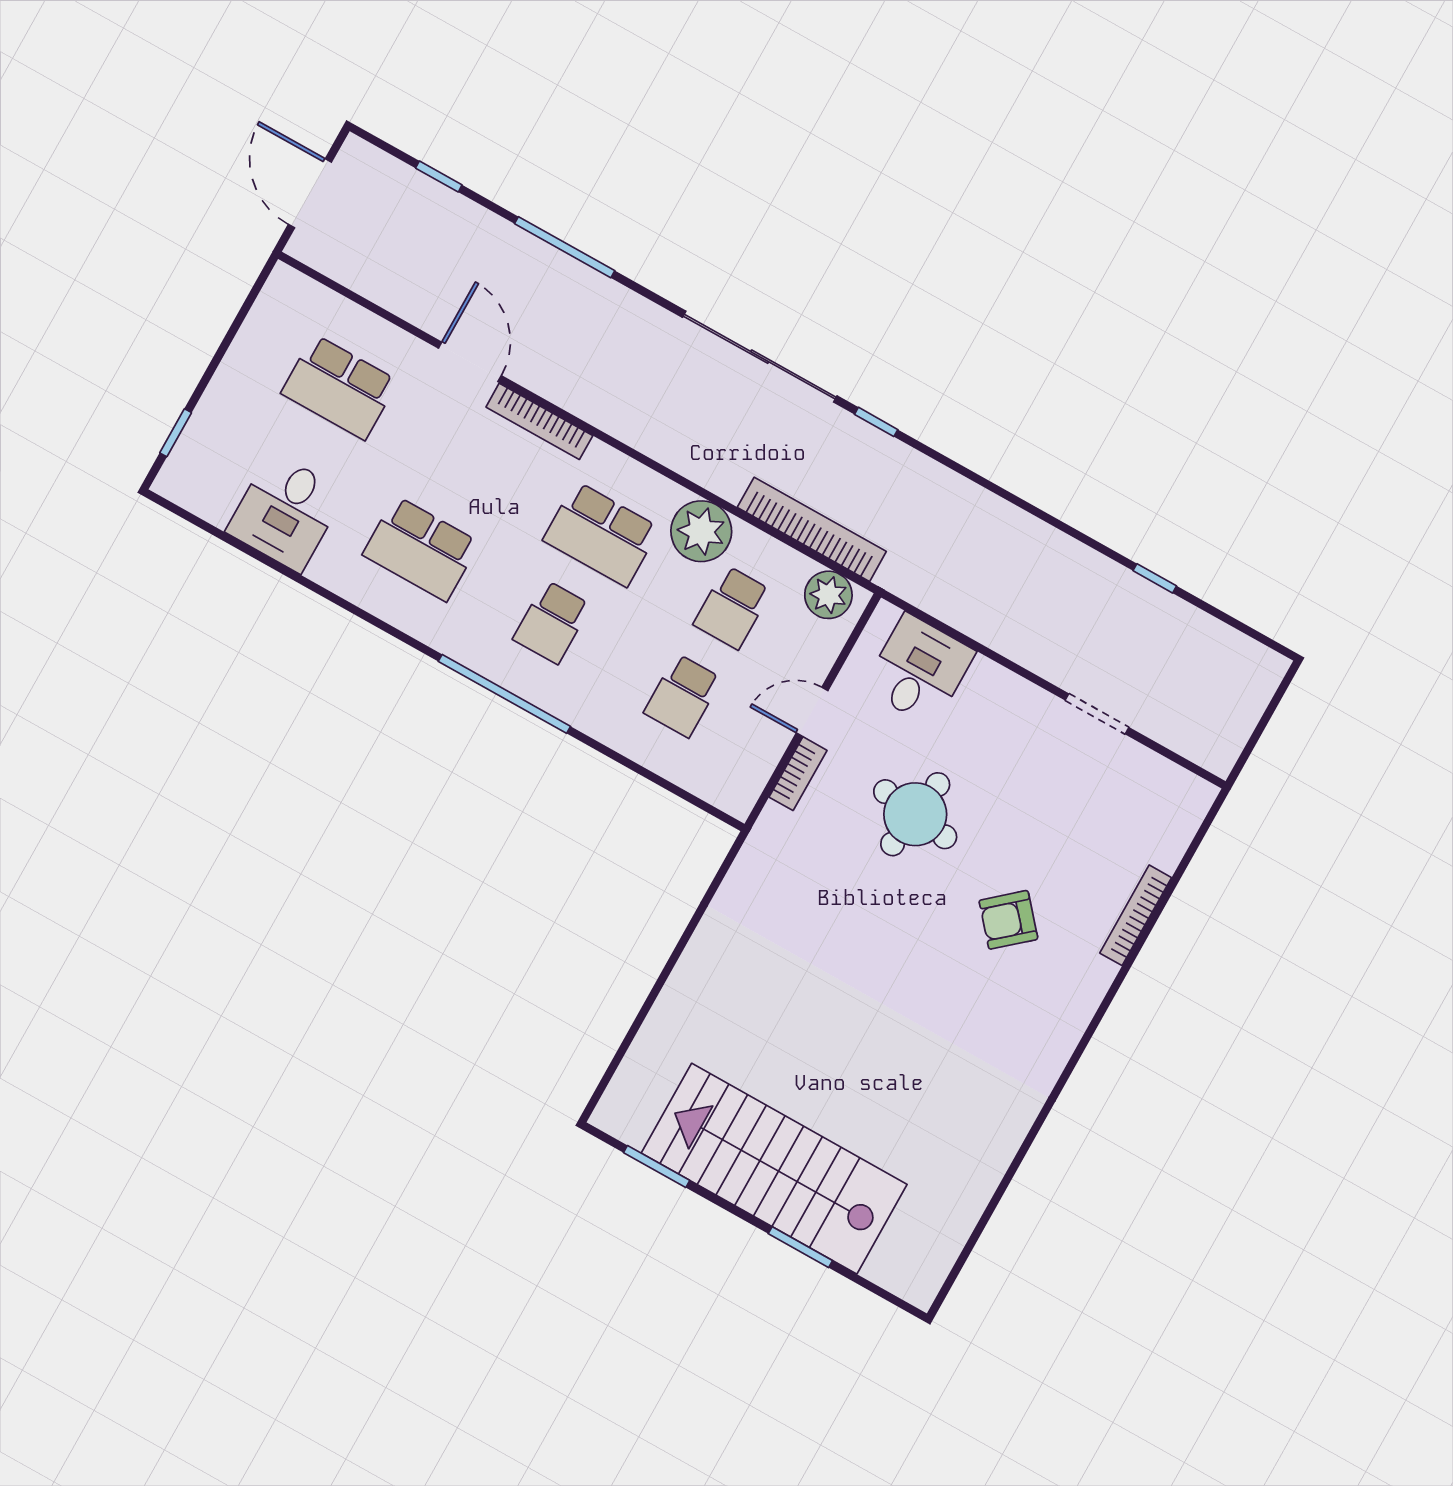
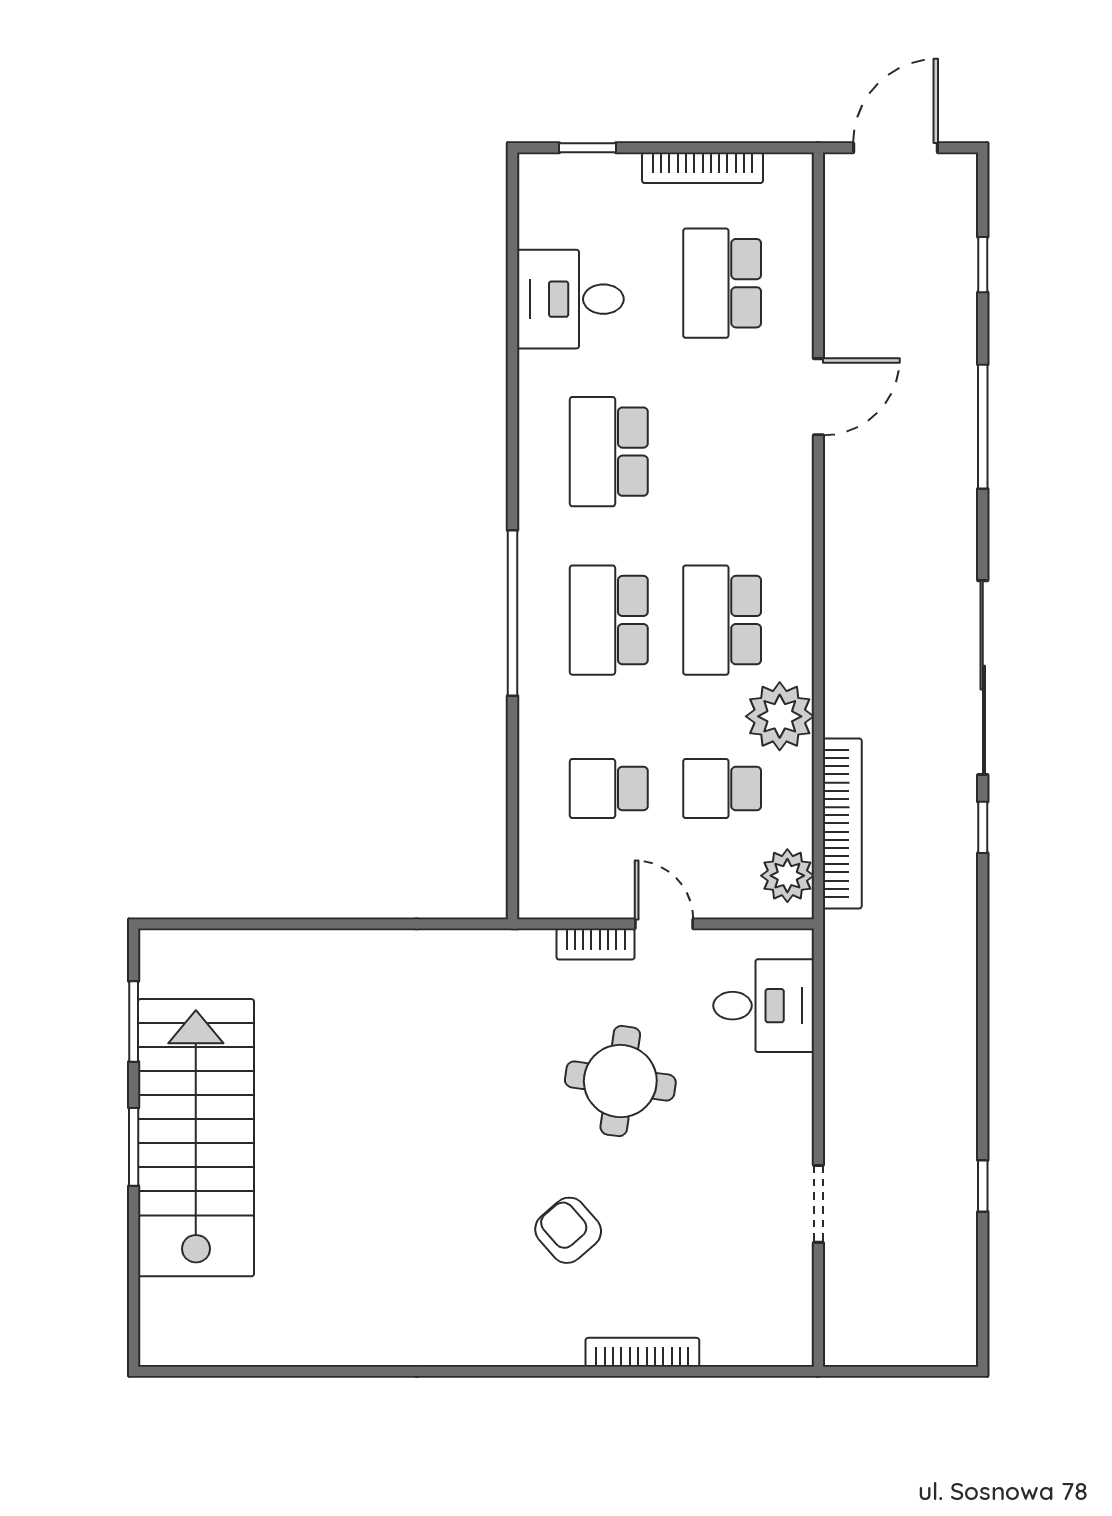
bookcase: (539, 421) -> (703, 168), moved, turned -90
school desk: (552, 622) -> (609, 620), width x1.85
window: (800, 1247) -> (134, 1147), moved

